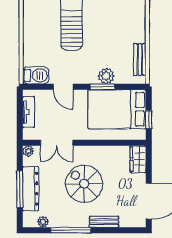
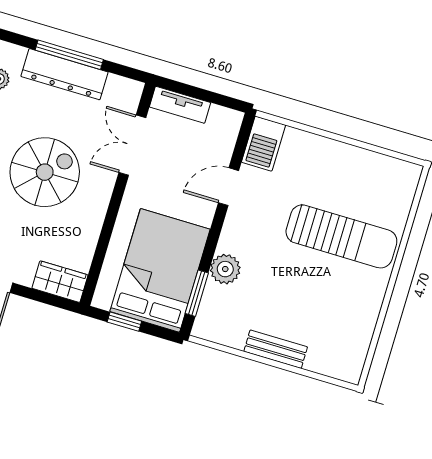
bench: (140, 59) -> (276, 349), moved
window: (102, 87) -> (197, 293), moved
tv unit: (28, 112) -> (180, 105), moved
plant: (28, 151) -> (133, 90), removed

